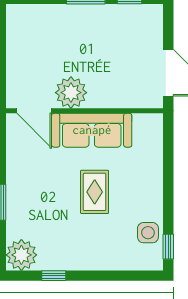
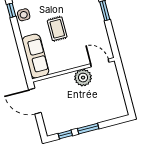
sofa: (92, 130) -> (35, 56), moved, turned 90

